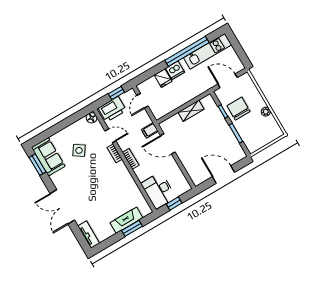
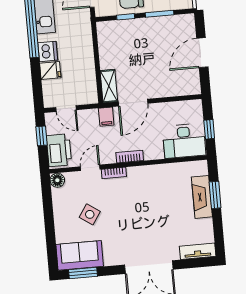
shelving: (191, 111) -> (109, 86), moved

